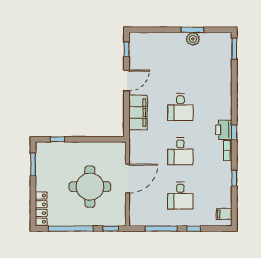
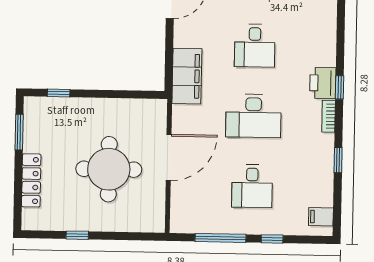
filing cabinet: (138, 113) -> (187, 76), moved
desk: (180, 151) -> (253, 116), width x1.37
locker: (41, 209) -> (31, 180), moved
window: (71, 229) -> (77, 235), width x0.32
window: (111, 229) -> (140, 236), removed

